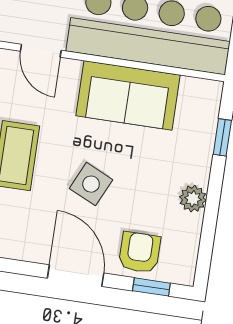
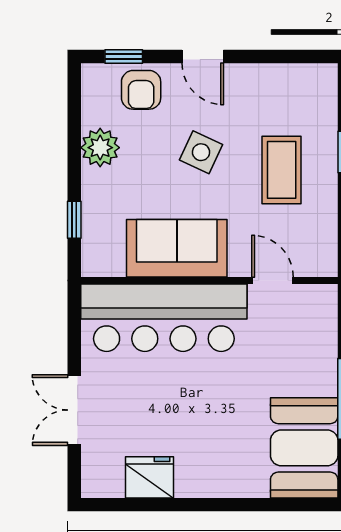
plant: (193, 199) -> (100, 148), width x1.38, depth x1.38
door: (76, 276) -> (203, 56), width x0.73

